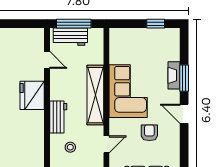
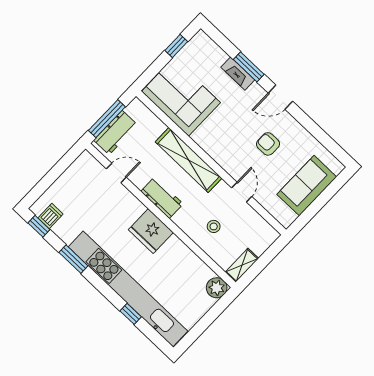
corner sofa: (128, 91) -> (181, 97), moved
fridge: (32, 95) -> (151, 231), moved
workbench: (58, 117) -> (162, 198), moved

